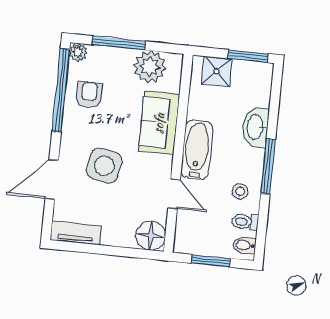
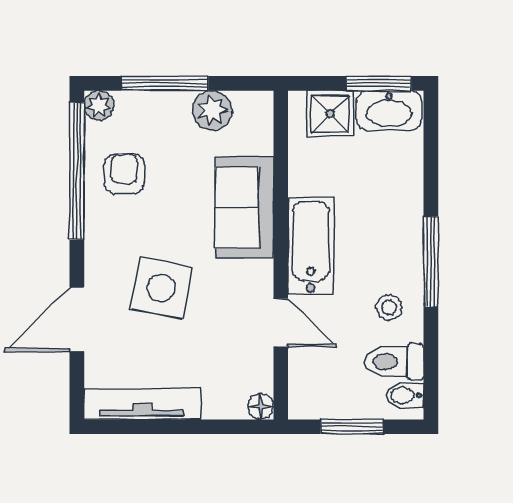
plant: (150, 67) -> (212, 110), width x0.73, depth x0.73
washbasin: (256, 127) -> (389, 111), moved, turned -90
toilet: (245, 222) -> (394, 362), width x1.37, depth x1.39
tv unit: (76, 233) -> (142, 404), width x1.41
floor lamp: (151, 236) -> (261, 407), width x0.53, depth x0.53

